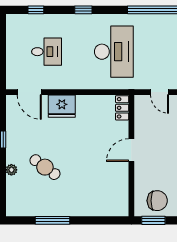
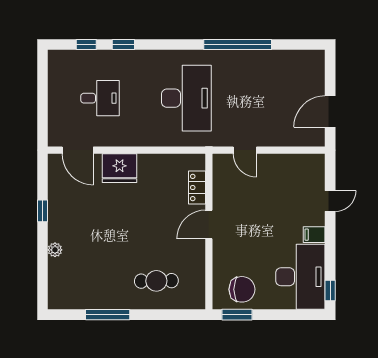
window: (83, 10) -> (123, 44), moved
locker: (122, 108) -> (197, 188), moved
cafe table: (45, 167) -> (156, 281), moved, turned -37

